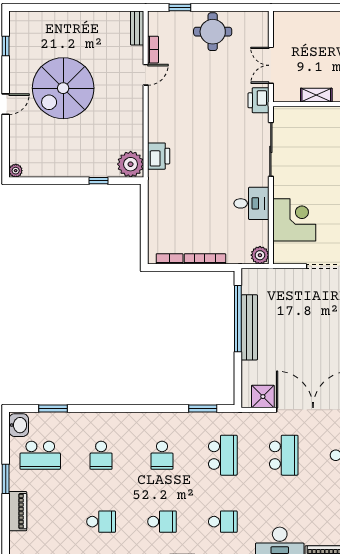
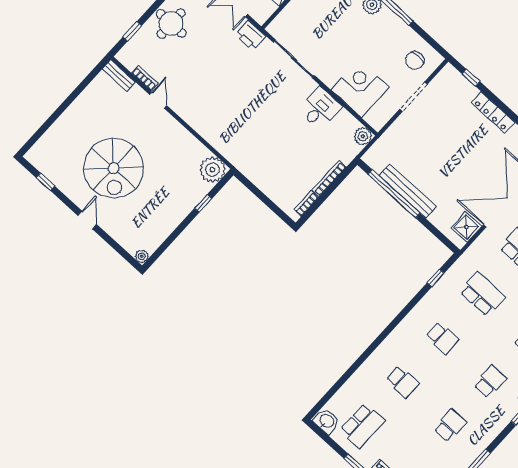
printer: (159, 156) -> (225, 144), removed
window: (53, 409) -> (337, 386), removed
window: (203, 409) -> (436, 278), width x0.67

